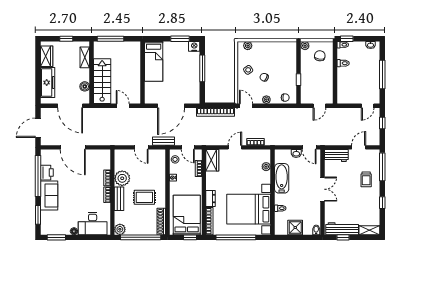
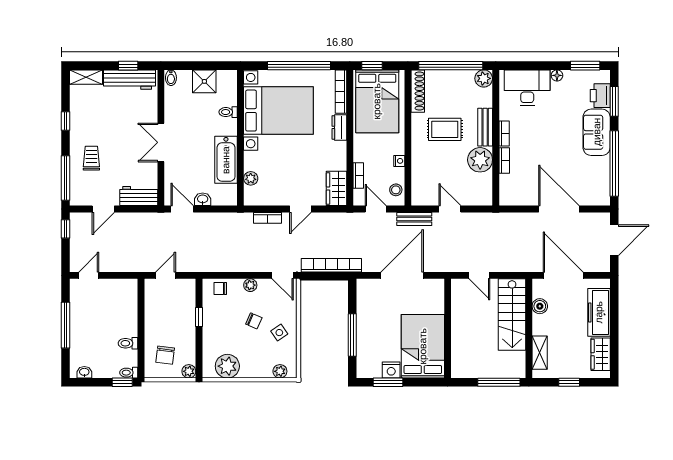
nightstand: (194, 46) -> (391, 370), moved
plant: (281, 49) -> (227, 366), added
bed: (154, 61) -> (423, 346), width x1.50
window: (382, 123) -> (66, 229), moved
printer: (47, 173) -> (600, 96), moved

